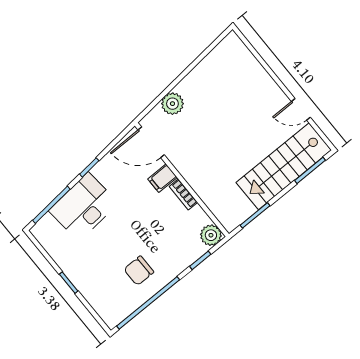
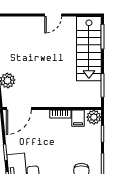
door: (301, 109) -> (53, 15), moved
filing cabinet: (162, 178) -> (78, 118), moved

